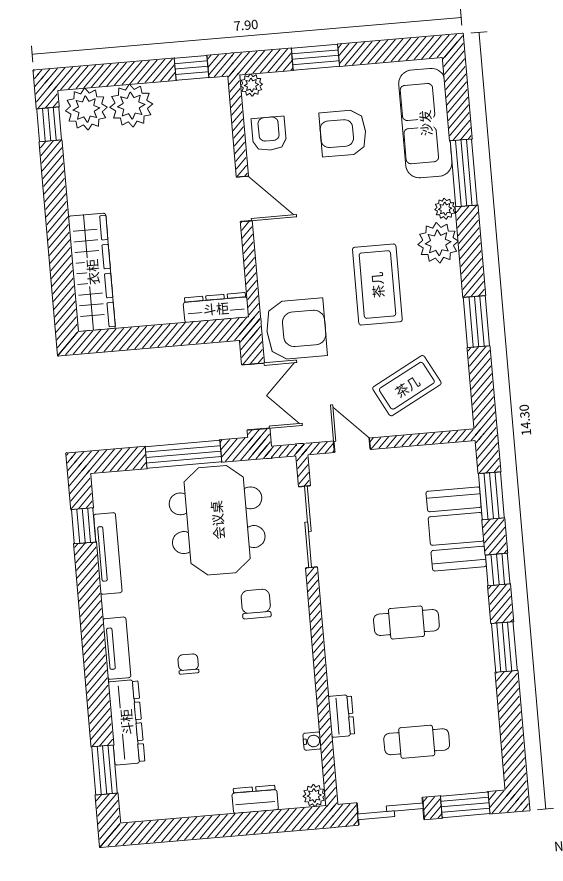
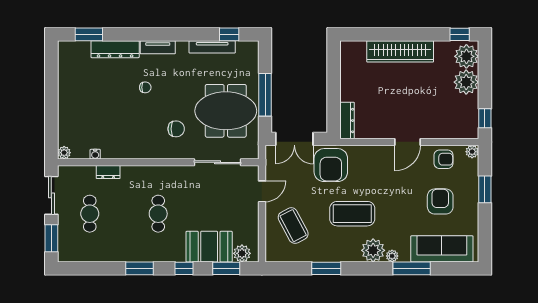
wardrobe: (92, 272) -> (400, 51), moved
plant: (463, 471) -> (242, 253), added
dresser: (255, 799) -> (65, 119), removed

